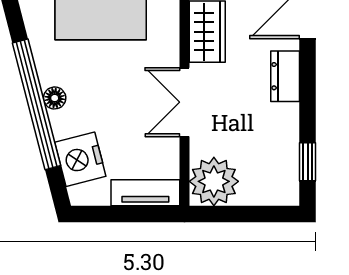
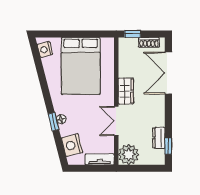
dresser: (285, 76) -> (159, 138), moved
window: (36, 104) -> (53, 122), width x0.32

